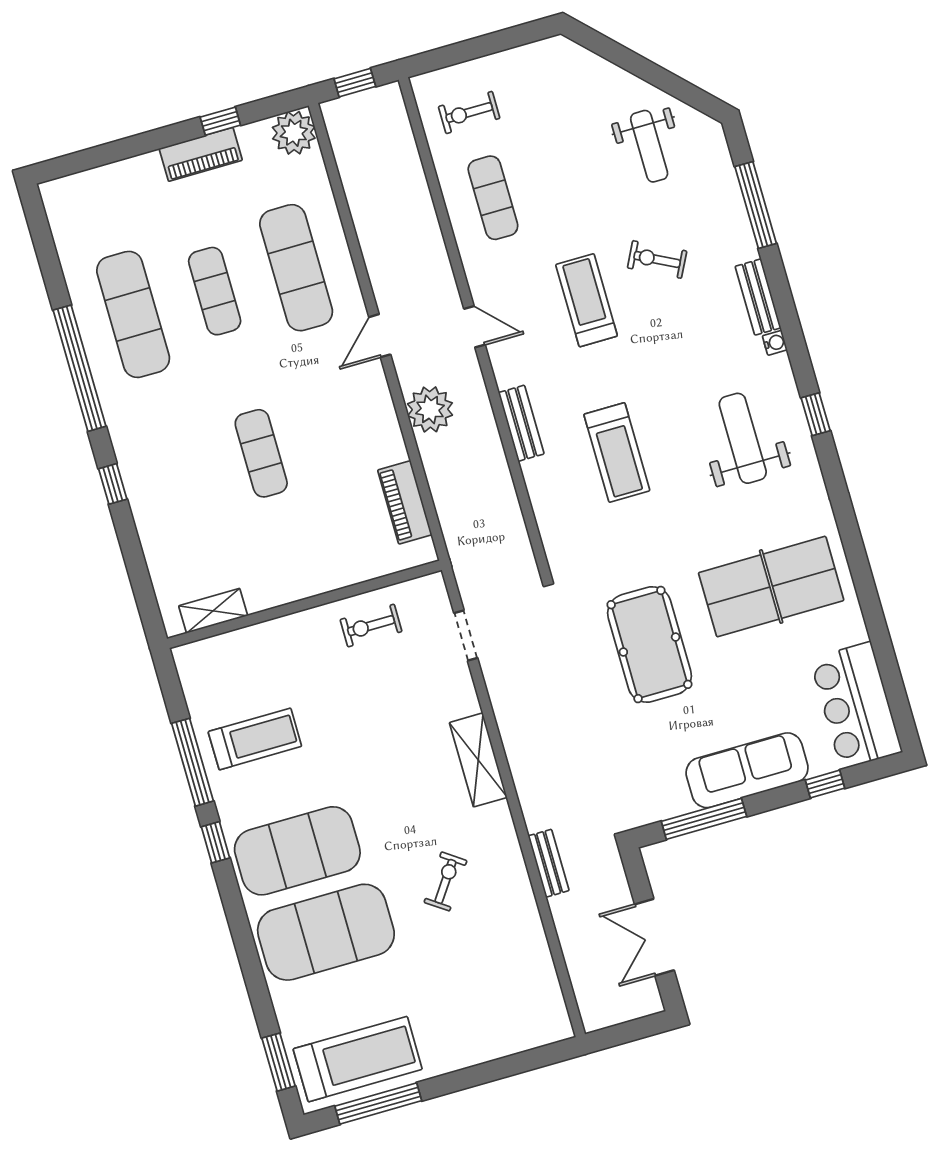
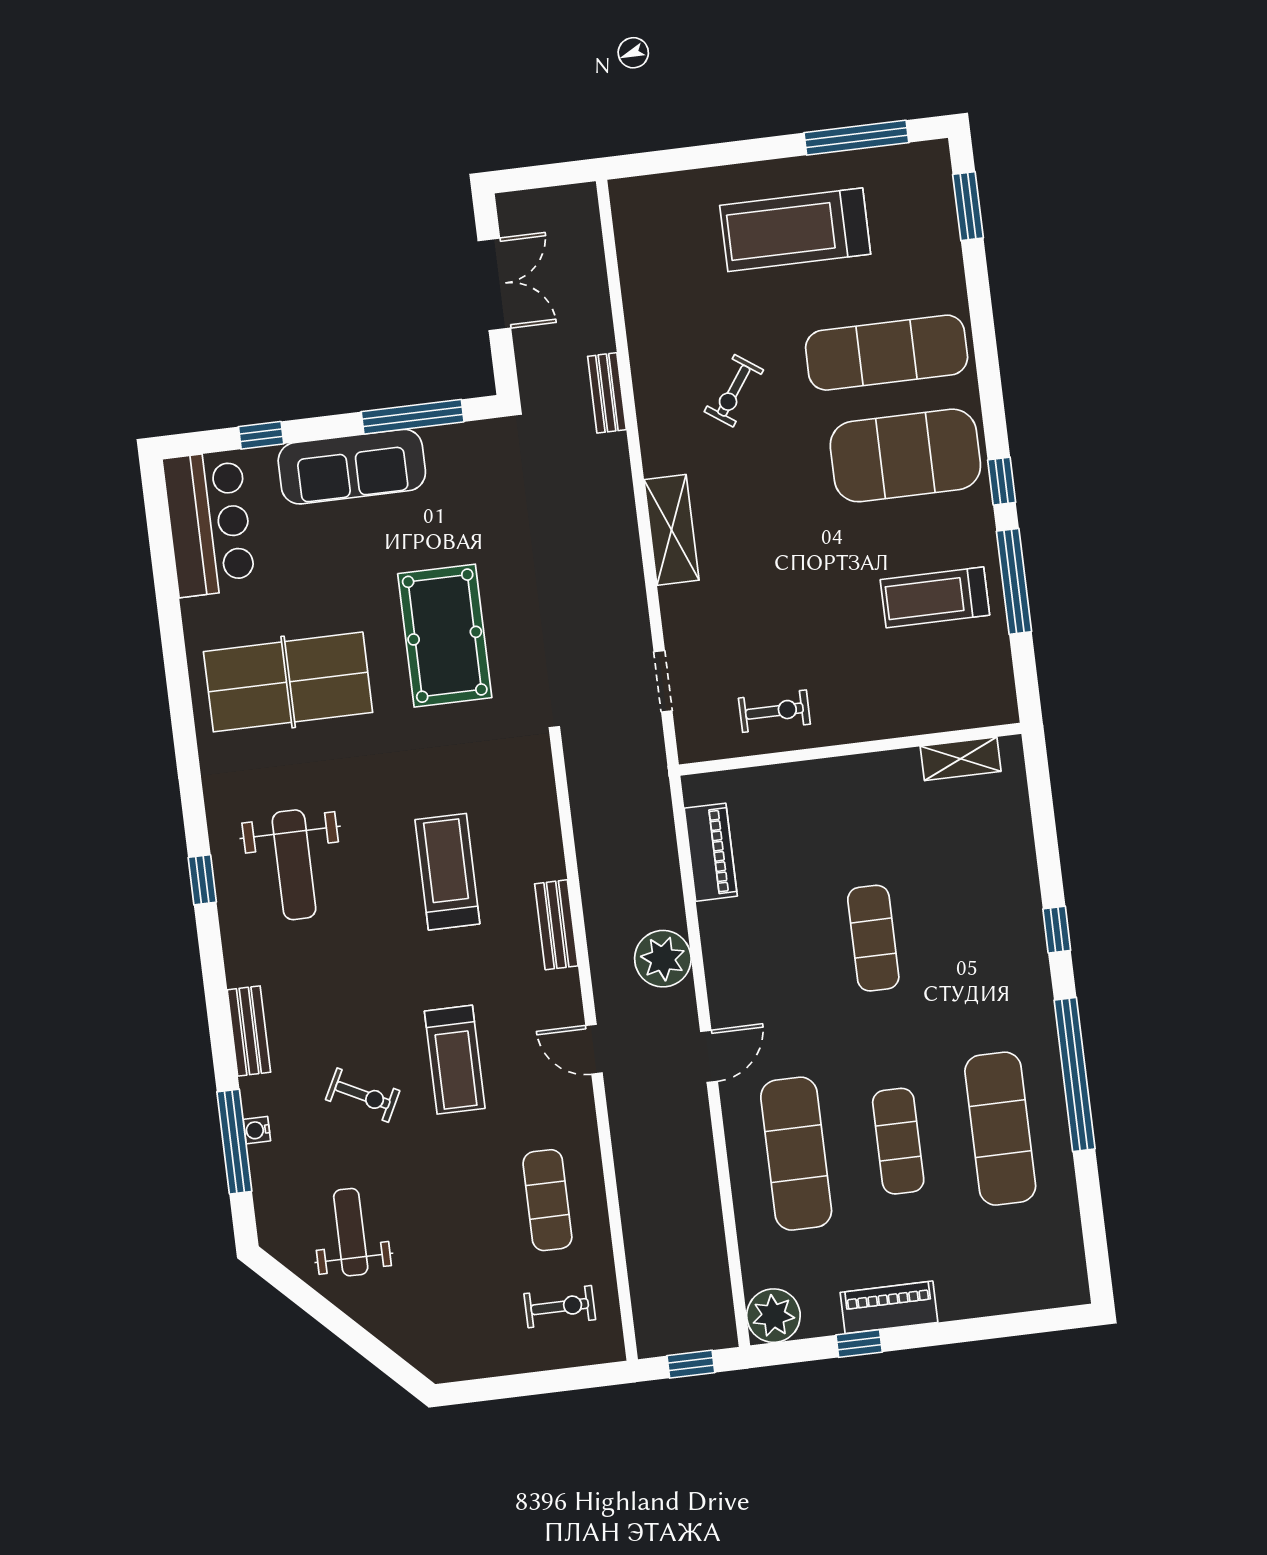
water cooler: (775, 343) -> (257, 1130), moved
exercise mat: (326, 932) -> (887, 353), width x0.68
treadmill: (358, 1059) -> (795, 230), moved

